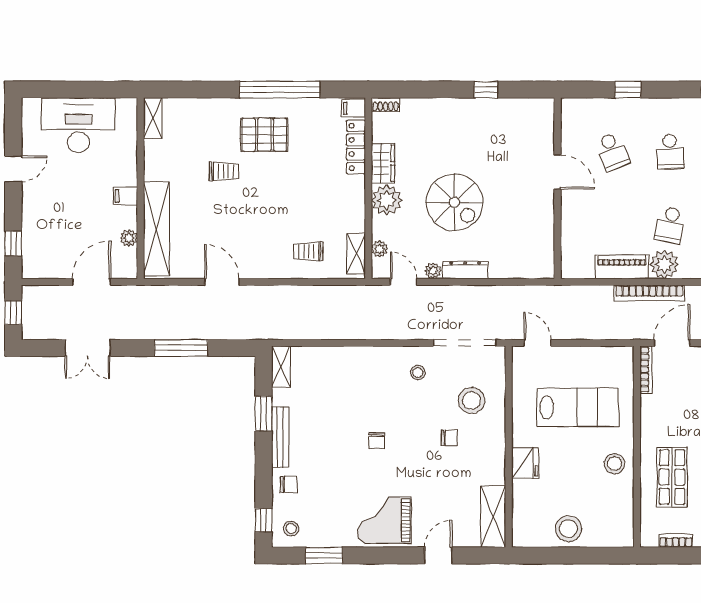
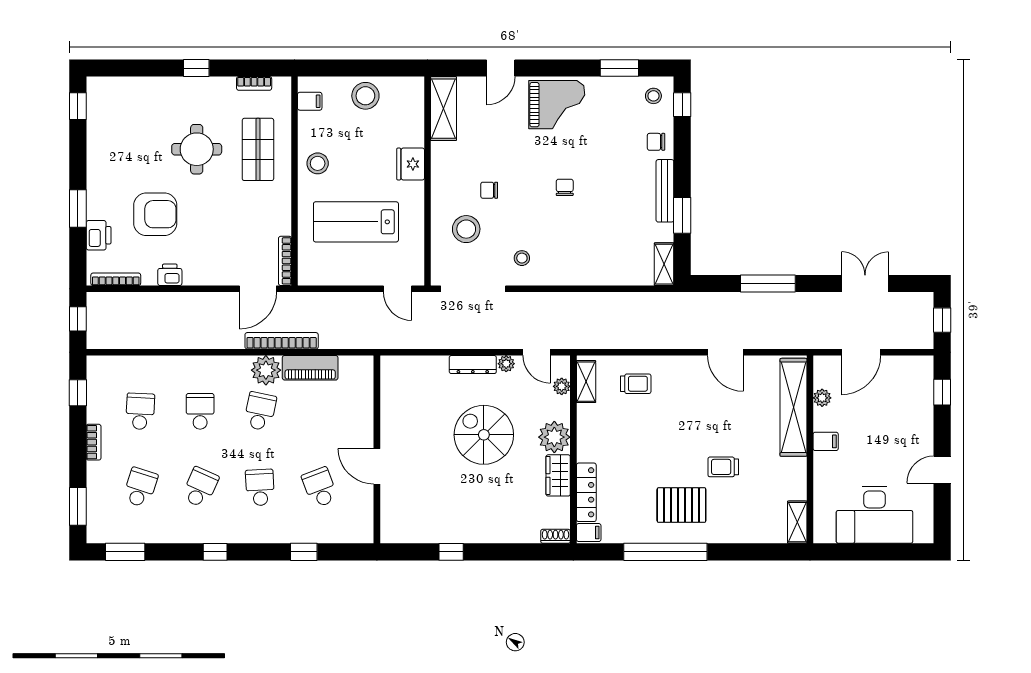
filing cabinet: (622, 523) -> (310, 101), added

